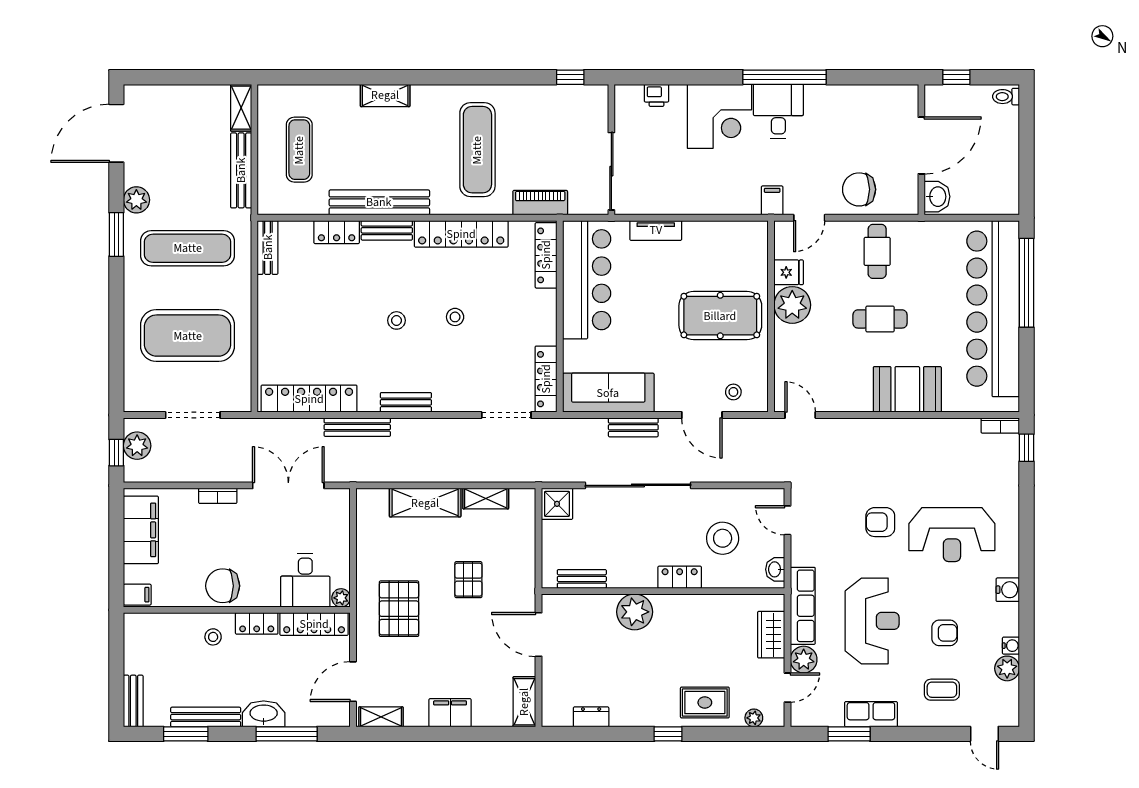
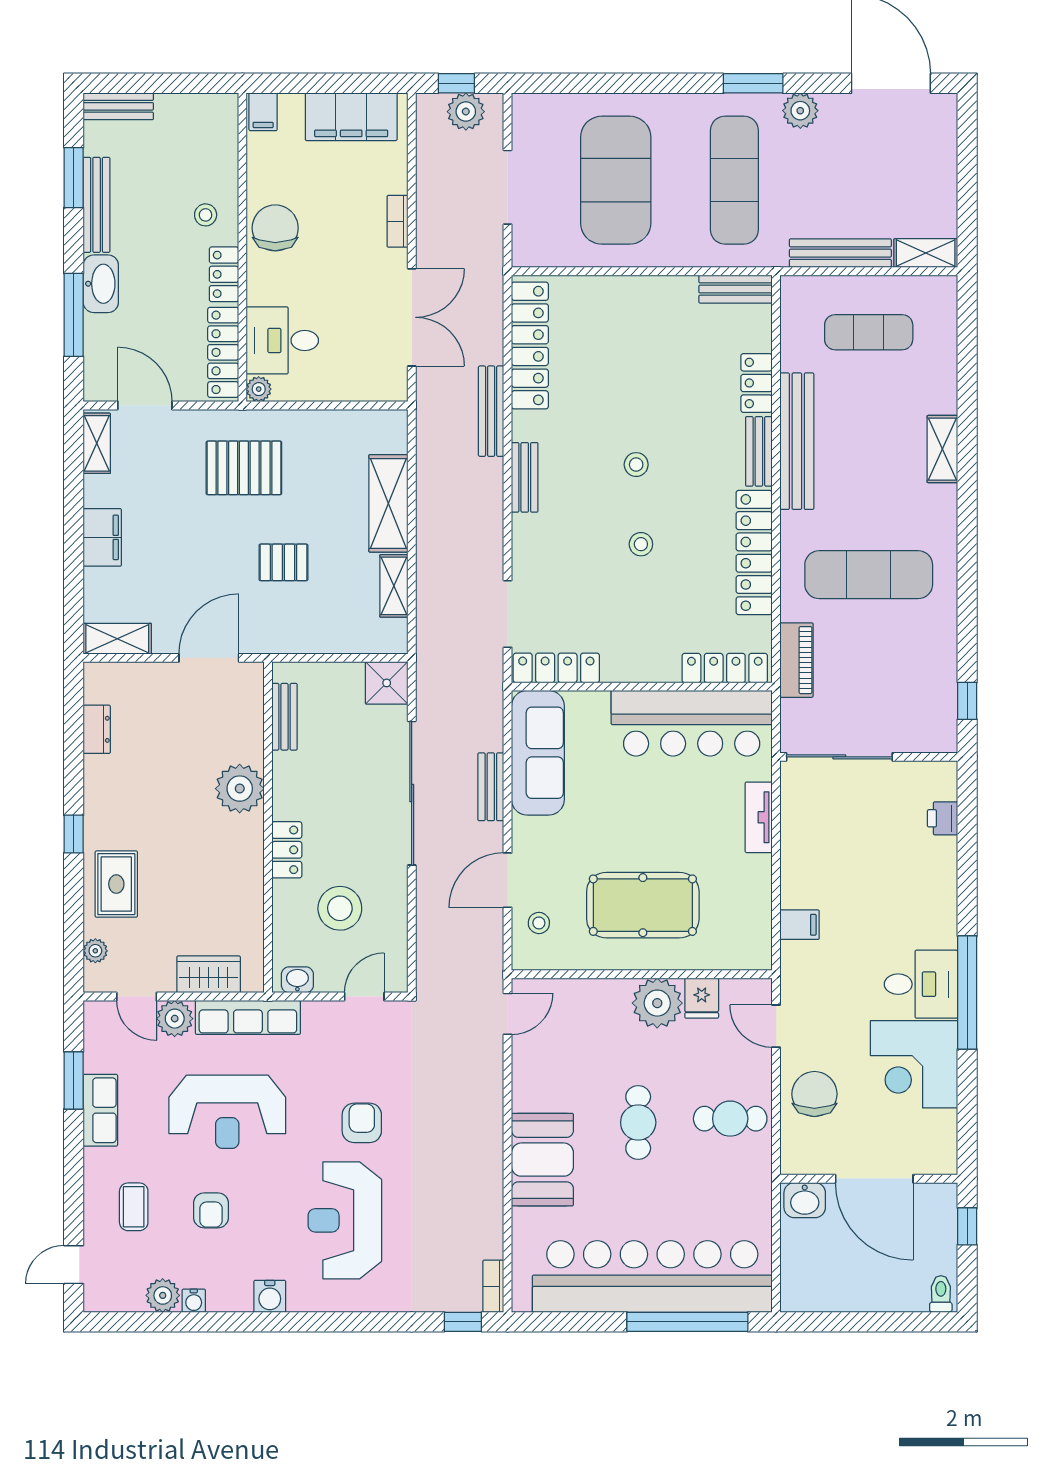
corner desk: (719, 116) -> (914, 1064), moved
filing cabinet: (772, 200) -> (800, 925), moved
pool table: (720, 316) -> (643, 905), turned 90

